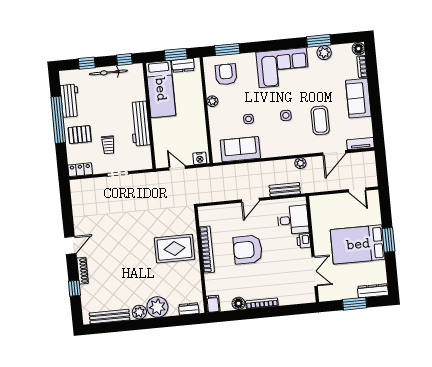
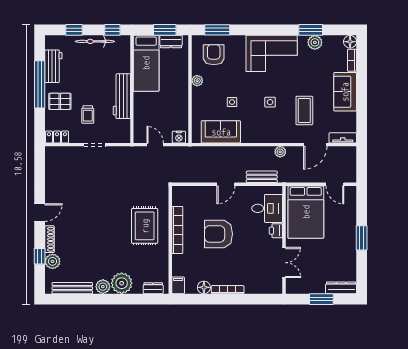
bed: (358, 244) -> (306, 212), moved, turned -90
rug: (175, 249) -> (145, 226), turned 90
plant: (88, 292) -> (53, 261), added

